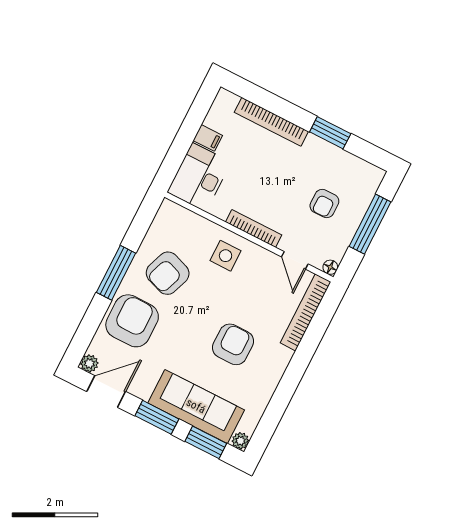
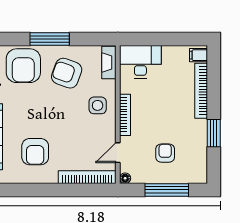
filing cabinet: (208, 138) -> (199, 55), moved, turned 90
armchair: (324, 204) -> (165, 153), turned 90
fireplace: (181, 216) -> (109, 62), added
armchair: (132, 321) -> (23, 66), turned 90
armchair: (233, 344) -> (35, 152), moved, turned 90

